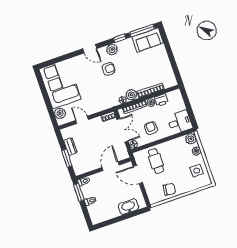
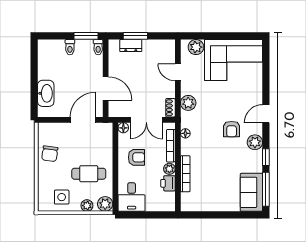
plant: (131, 95) -> (188, 103), moved
door: (82, 120) -> (178, 72), swing flipped
dresser: (70, 147) -> (131, 46), moved
cafe table: (156, 161) -> (89, 174), moved

